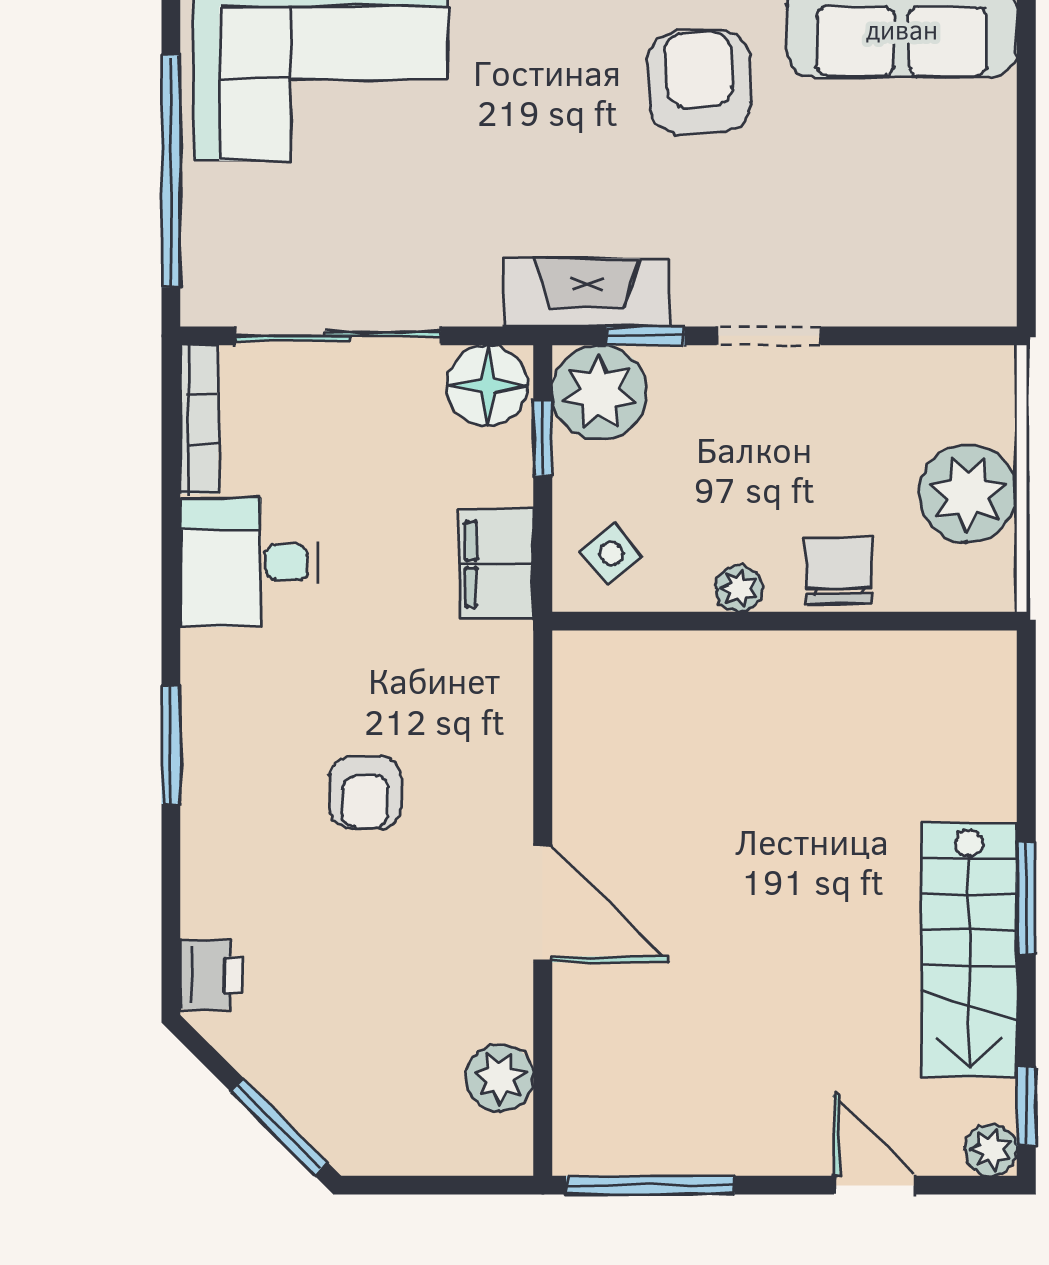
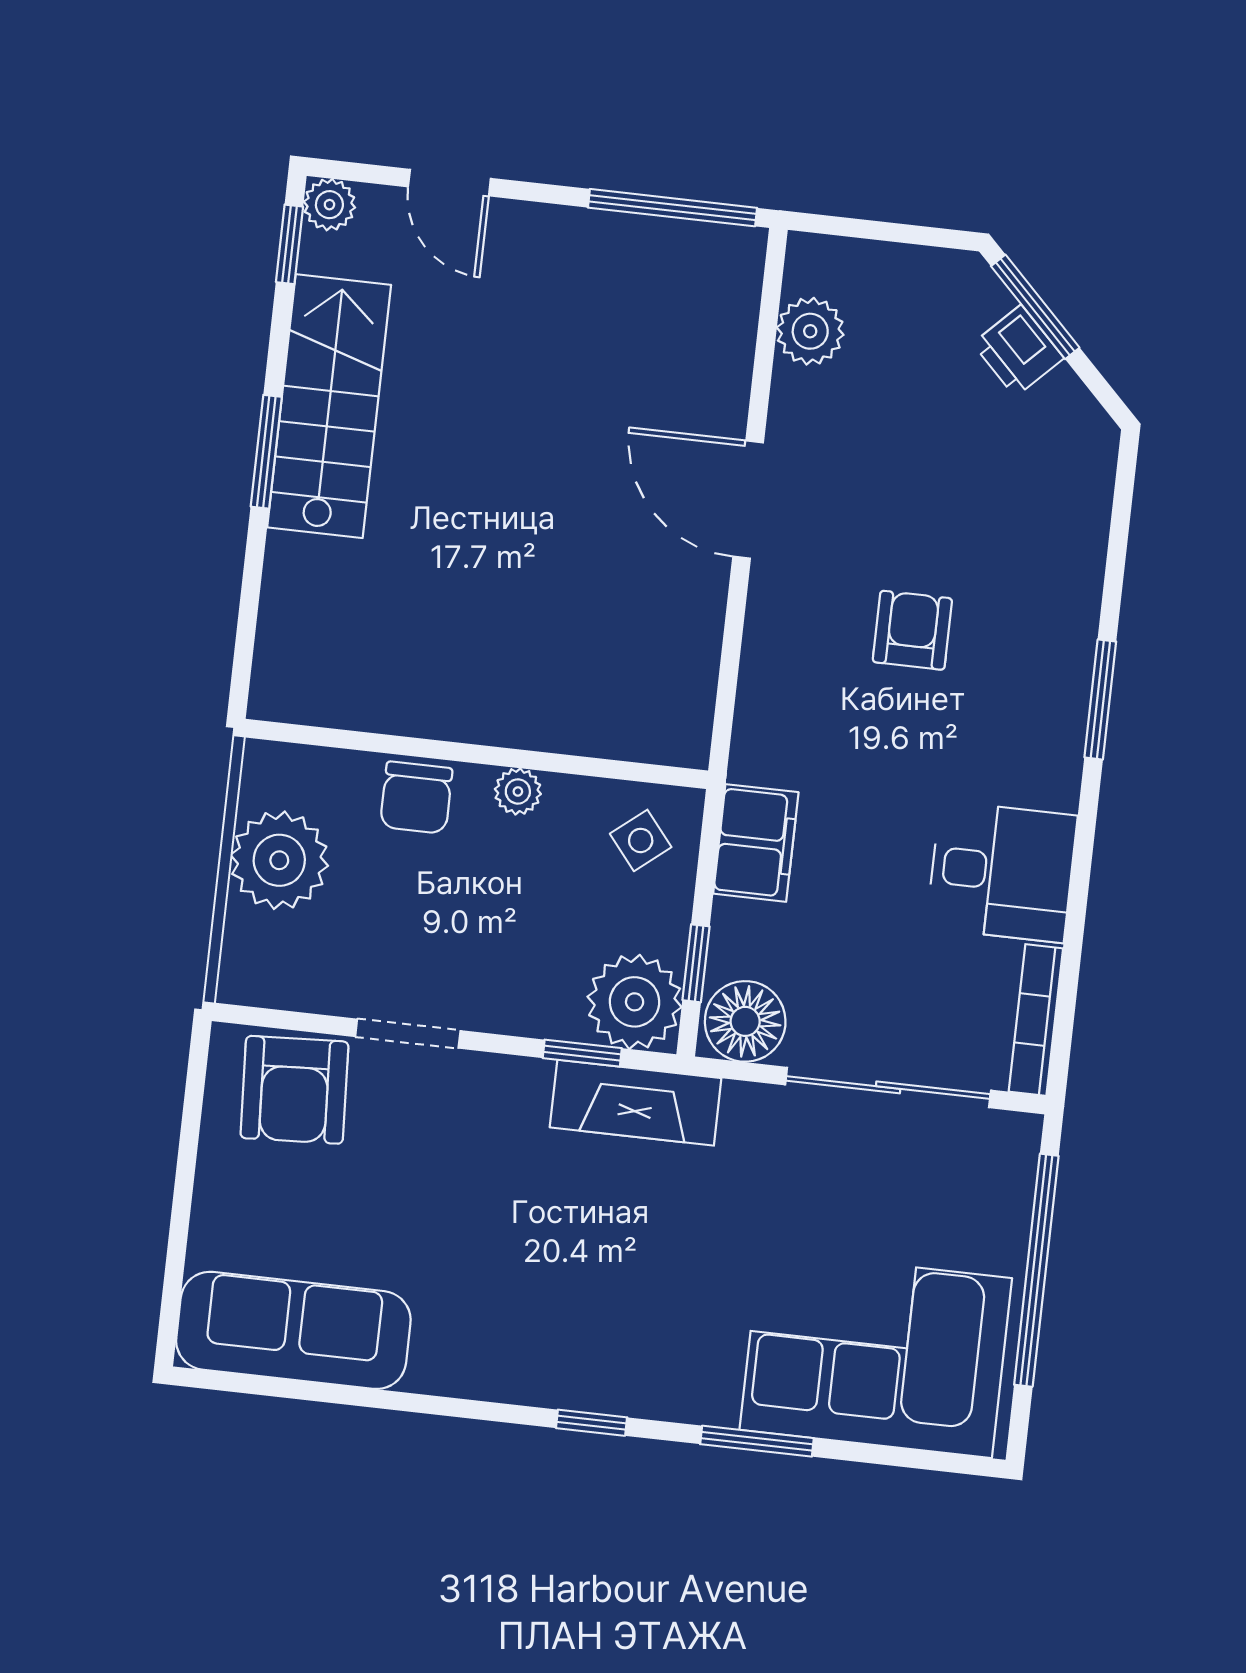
armchair: (699, 82) -> (294, 1090), moved
doorway: (768, 336) -> (408, 1034), moved
printer: (212, 975) -> (1018, 351), moved, turned -45

